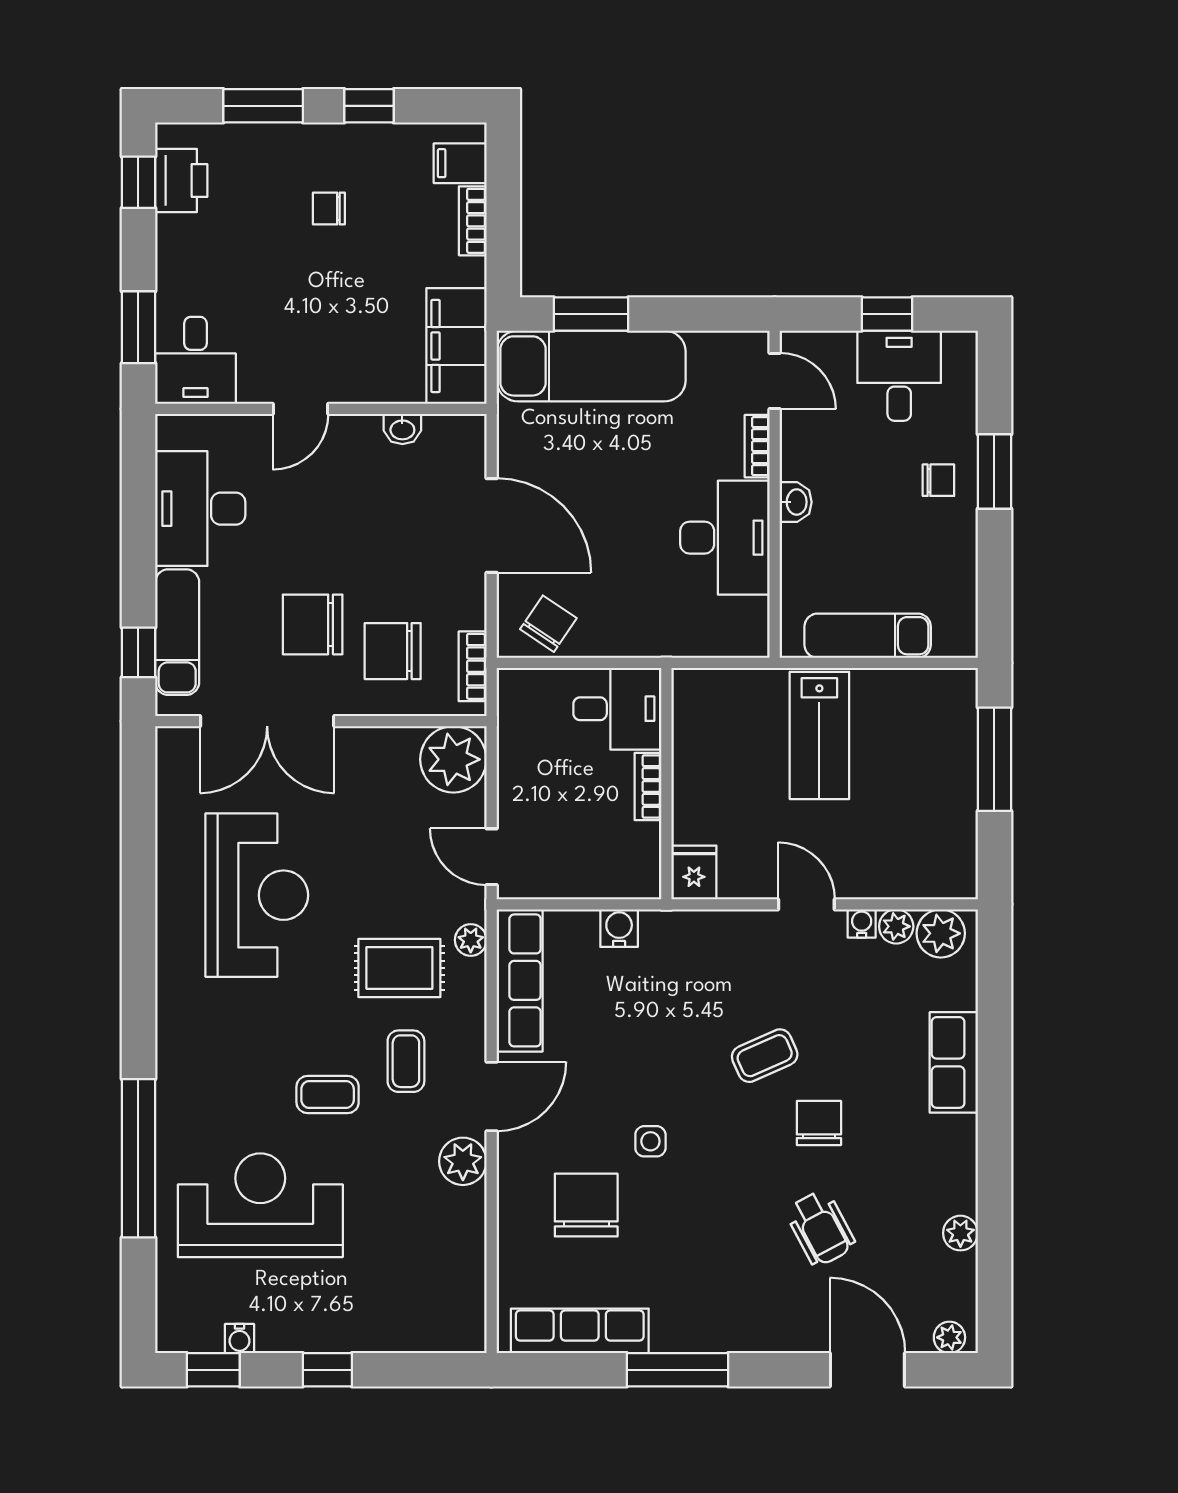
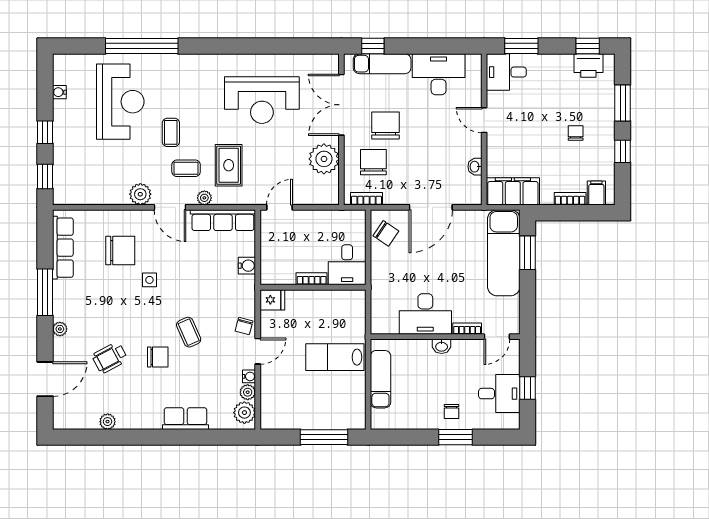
plant: (453, 759) -> (324, 159), moved
chair: (751, 934) -> (244, 326), added
plant: (471, 940) -> (204, 198), moved
plant: (949, 1337) -> (60, 329), moved
window: (213, 1370) -> (45, 177), moved

